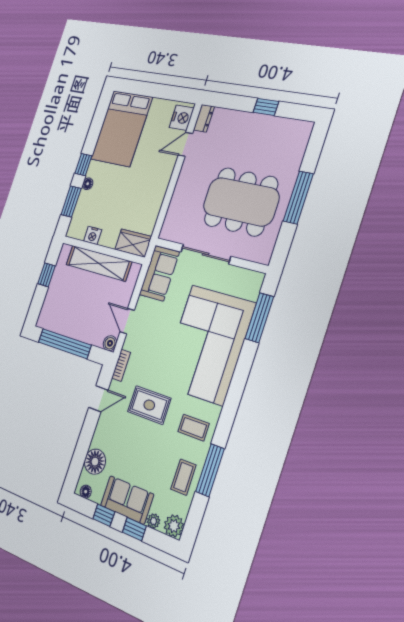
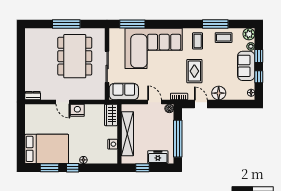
window: (266, 107) -> (21, 60), removed
nightstand: (182, 118) -> (77, 110), moved
door: (185, 144) -> (63, 102), moved
window: (71, 202) -> (49, 168), moved
freezer: (52, 303) -> (158, 157), added
door: (127, 321) -> (155, 102), swing flipped
floor lamp: (95, 462) -> (219, 93), moved

